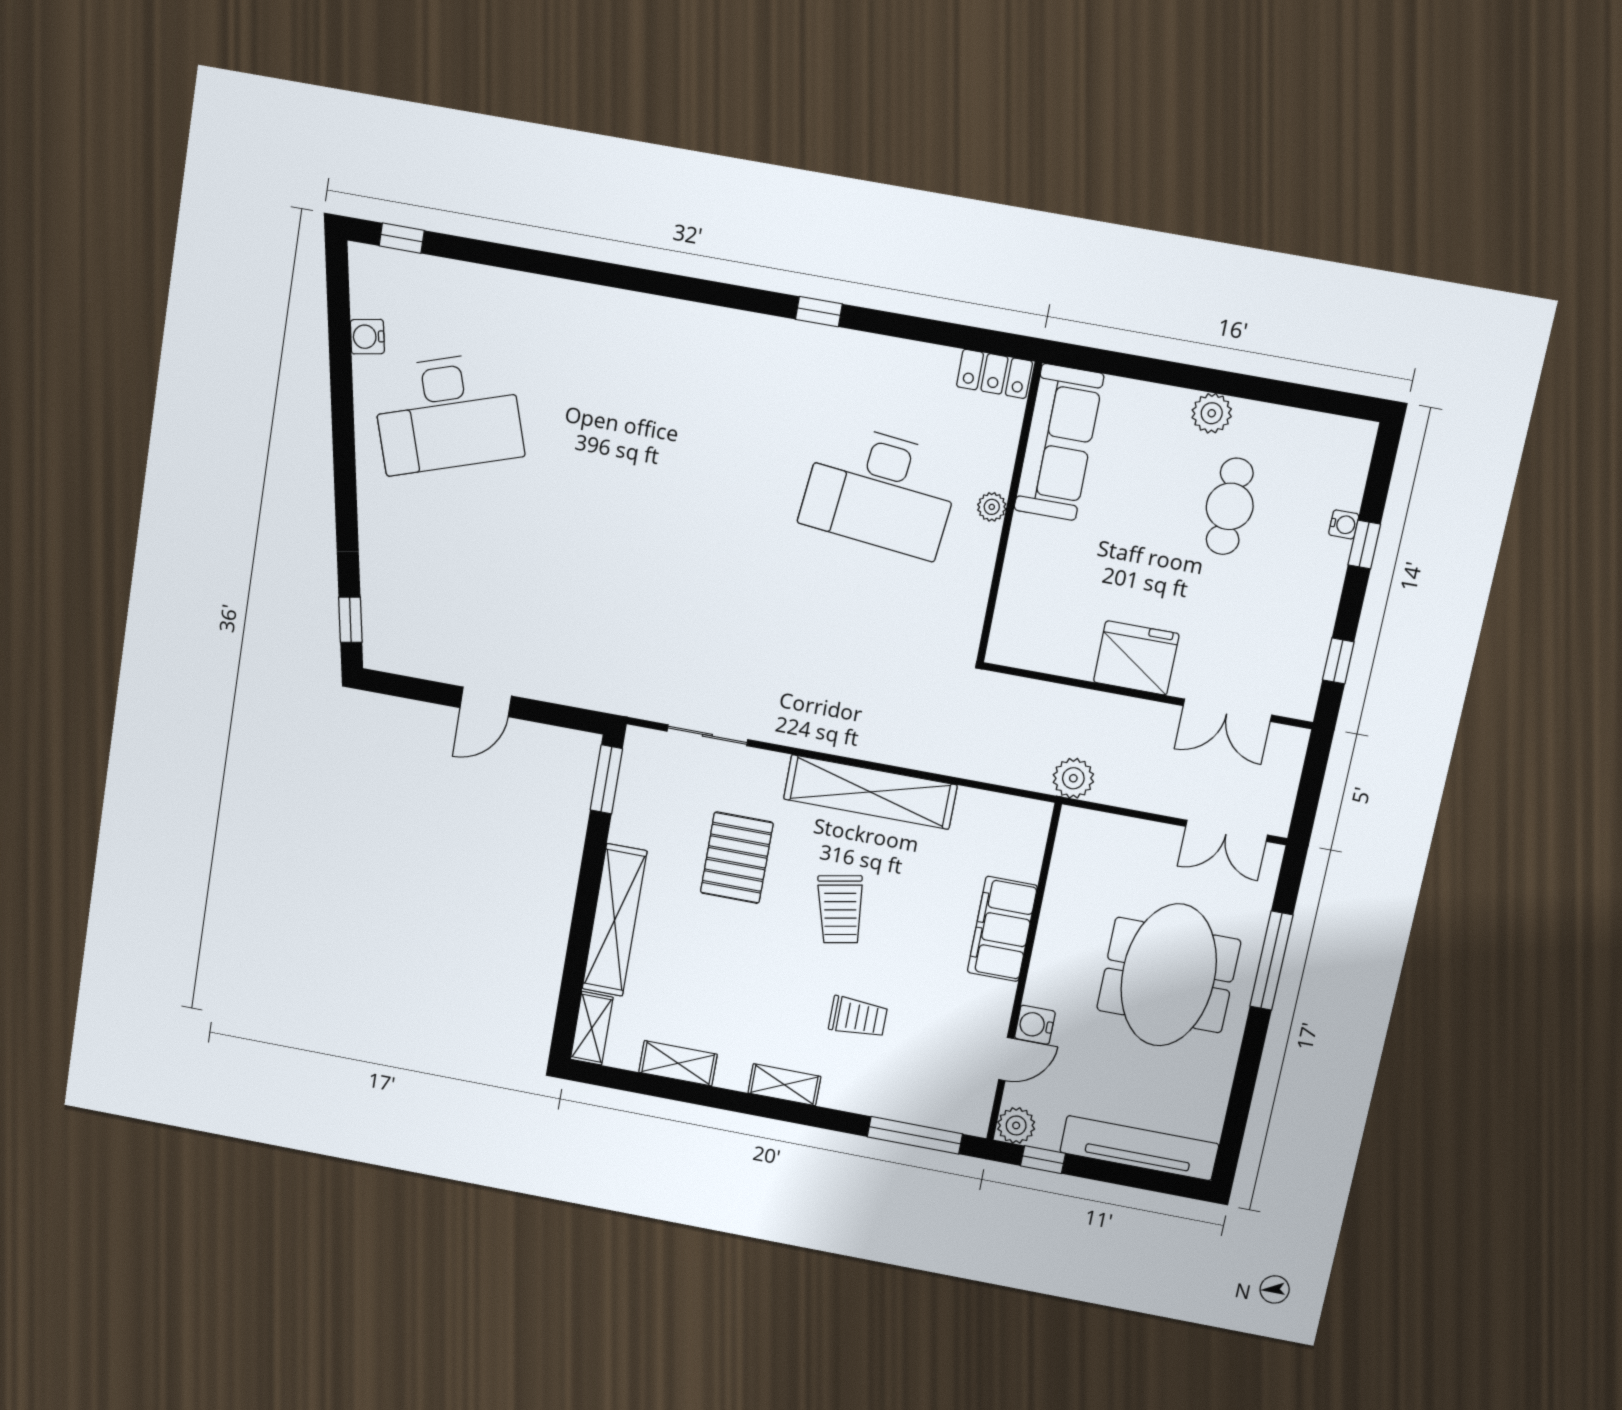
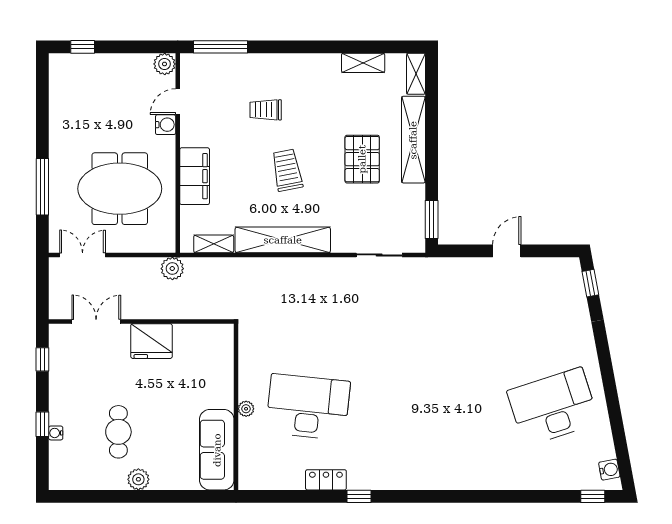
water cooler: (367, 337) -> (609, 470), moved
locker: (994, 374) -> (326, 480), moved
pallet: (737, 858) -> (362, 159), moved
meeting table: (1169, 975) -> (120, 189), moved, turned 90
shelving: (784, 1085) -> (214, 244), moved
tv unit: (1139, 1148) -> (93, 64), removed
window: (1043, 1160) -> (83, 47), moved

